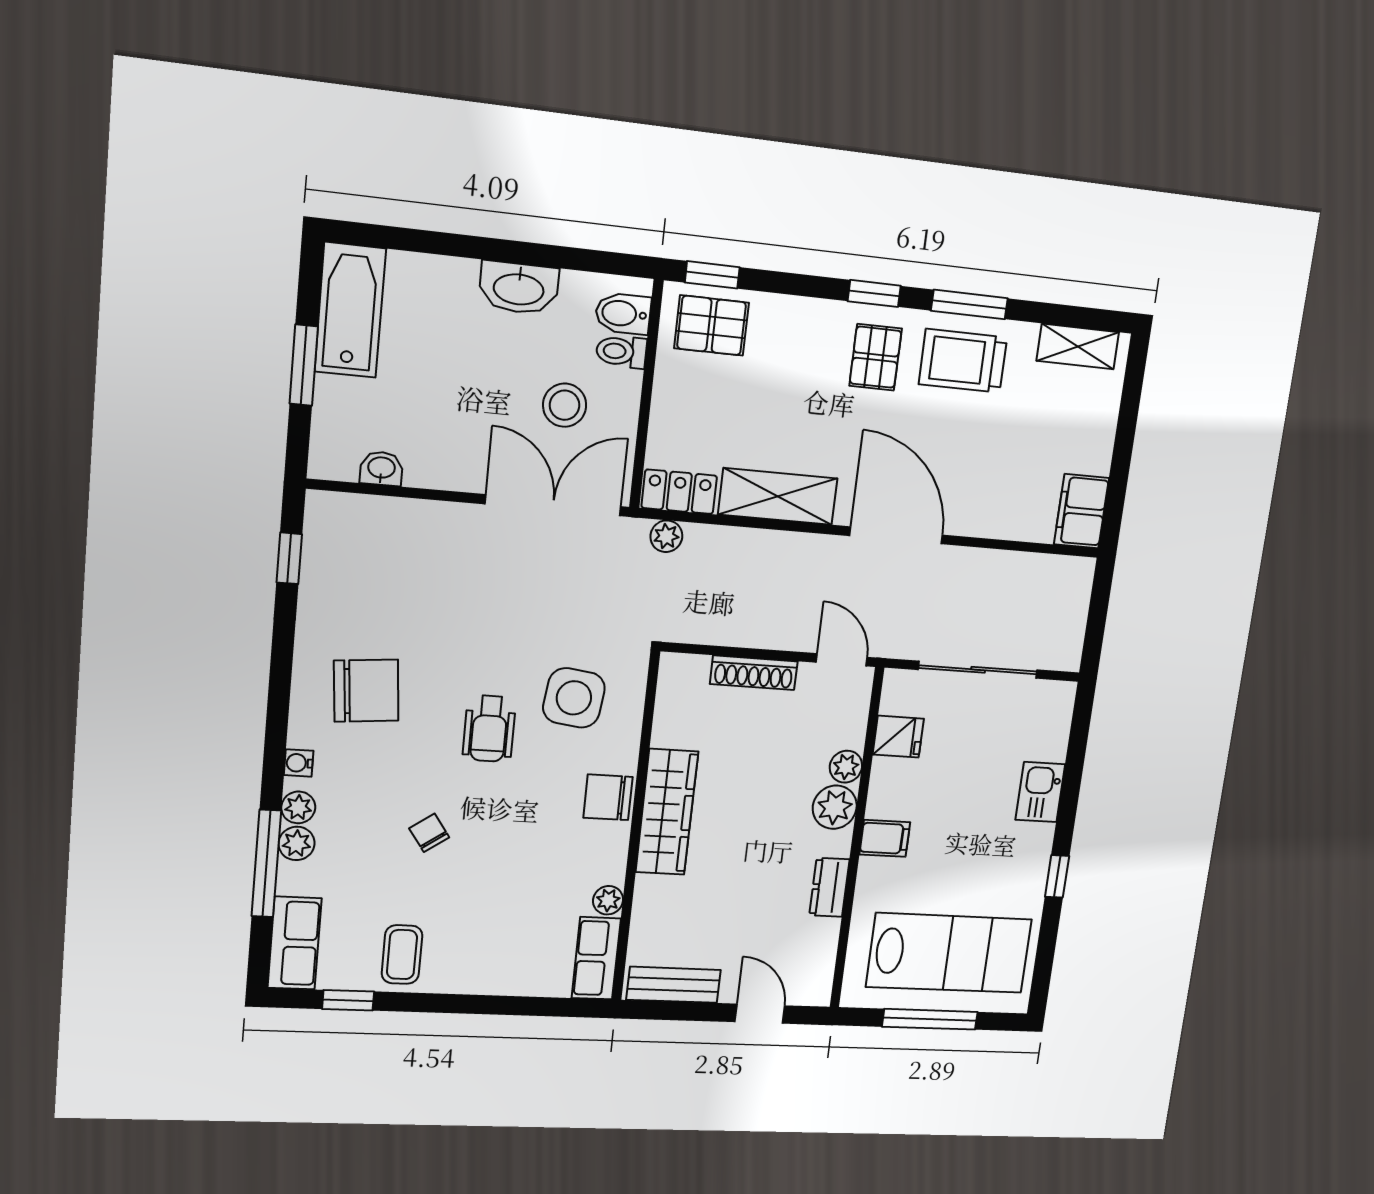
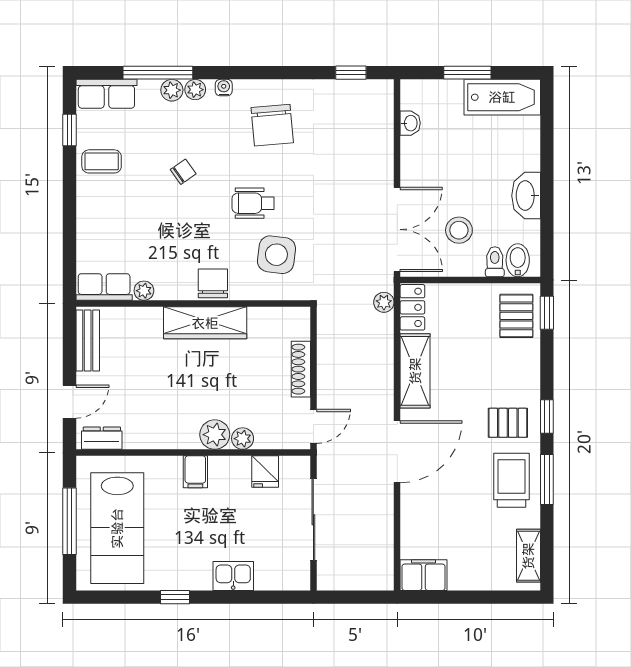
dresser: (829, 887) -> (102, 438), moved

